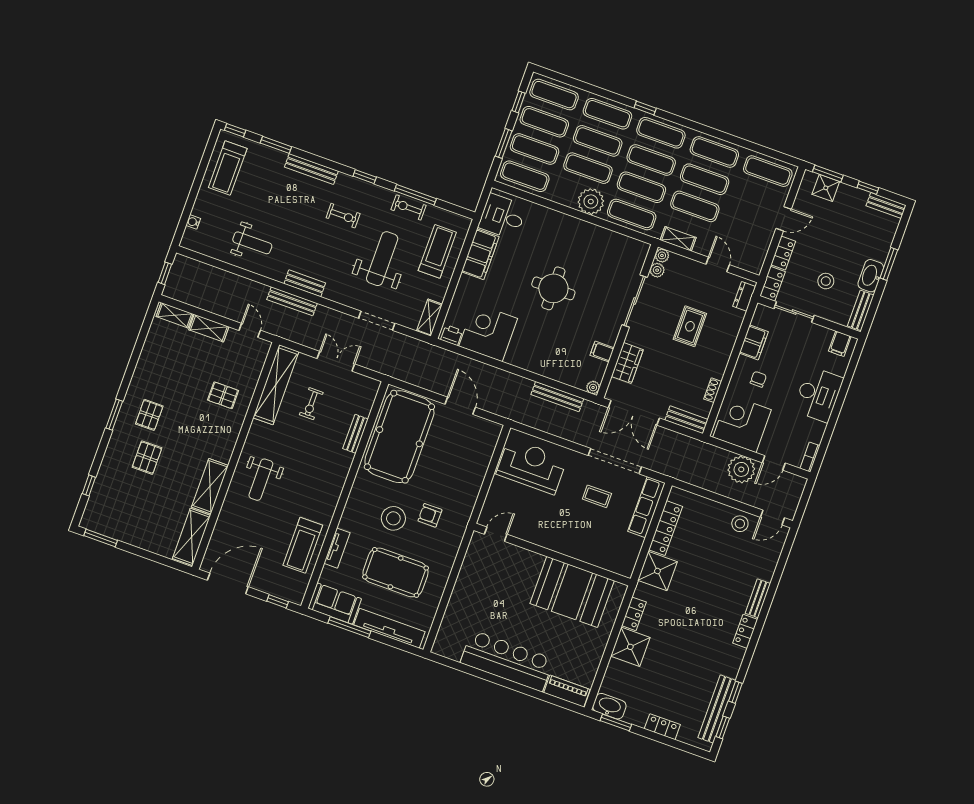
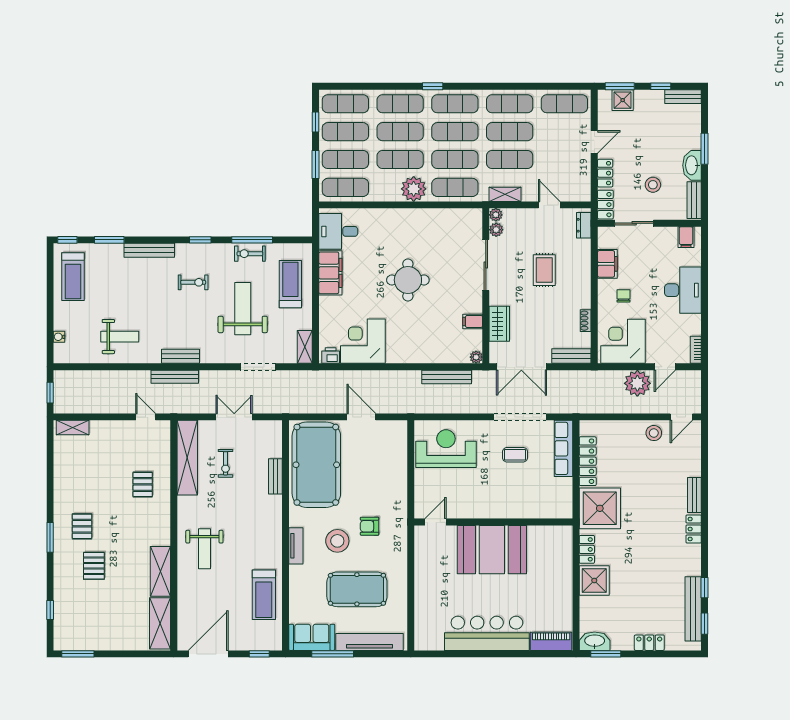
shelving: (209, 328) -> (108, 428), removed
pallet: (223, 395) -> (143, 484), turned 90
tv unit: (337, 548) -> (296, 546), moved
shower: (657, 571) -> (600, 508), width x1.37, depth x1.37
booth: (572, 592) -> (492, 550), moved

